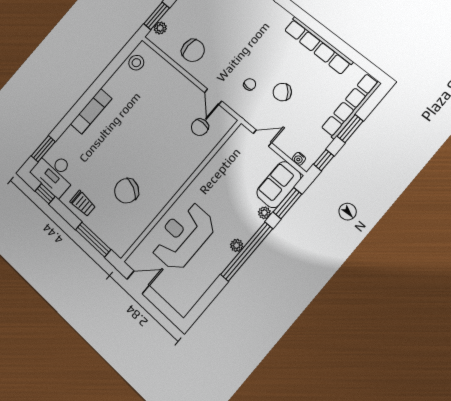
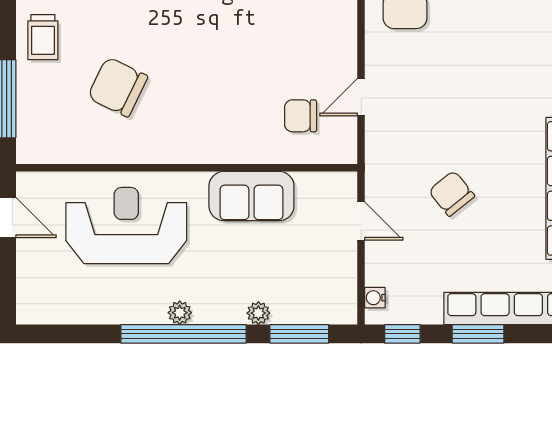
chair: (250, 84) -> (424, 136), removed
sofa: (279, 185) -> (251, 196), moved, turned 180

